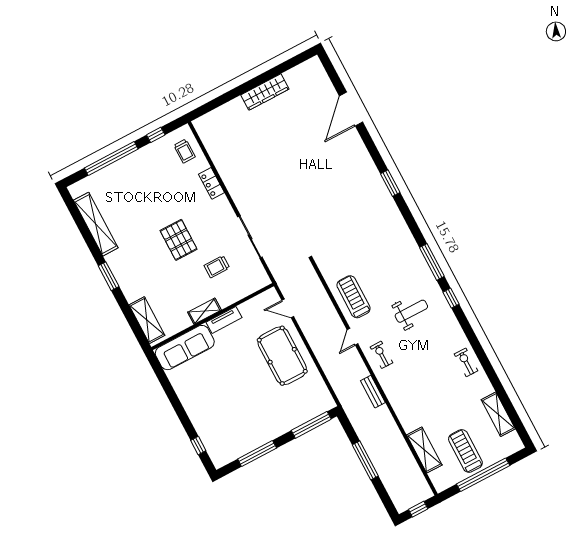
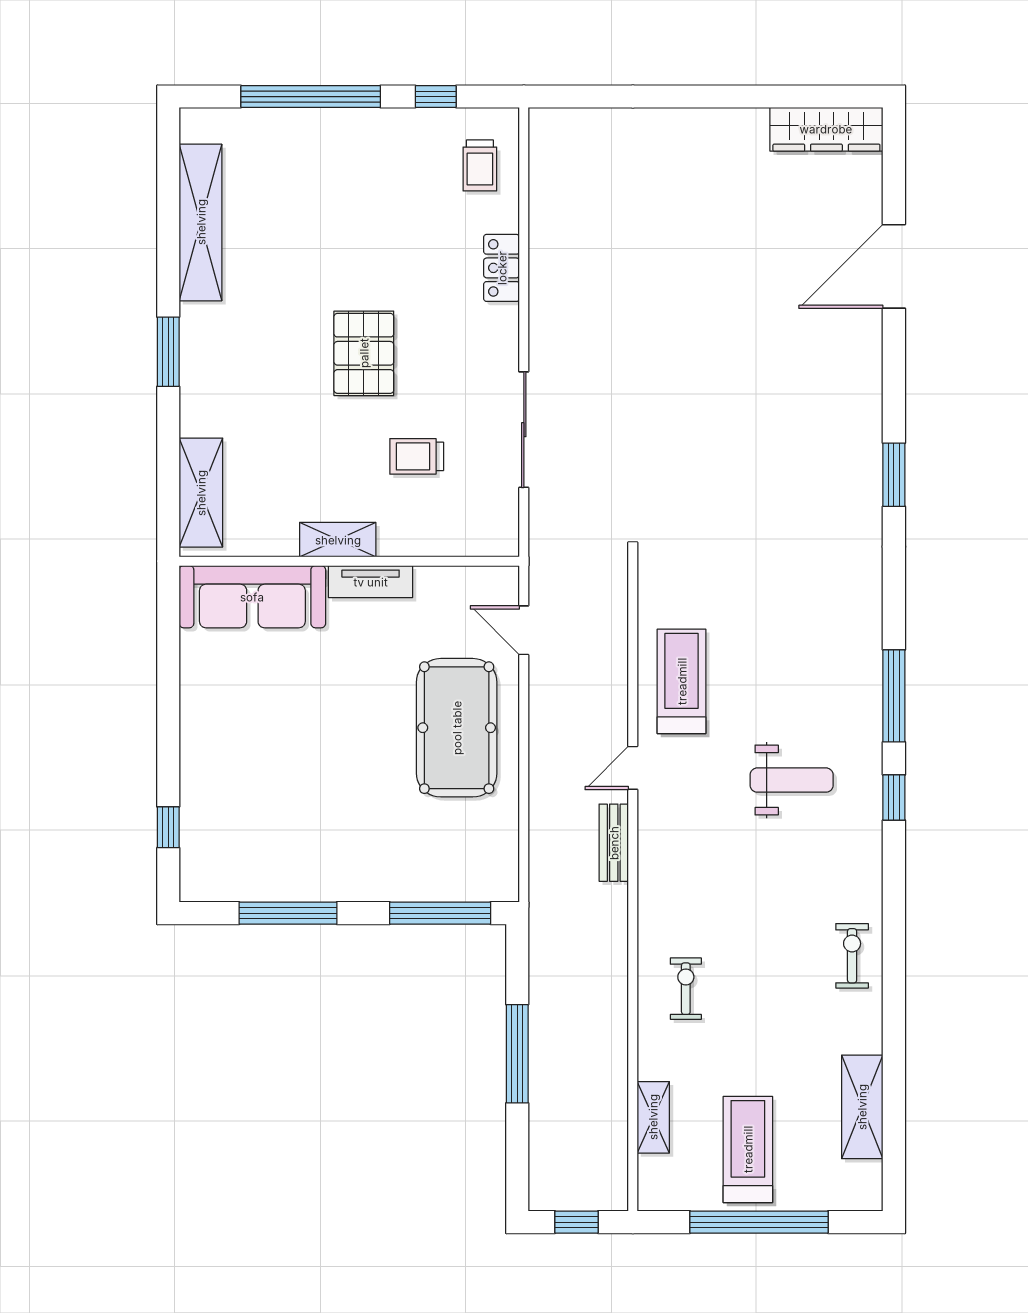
wardrobe: (265, 92) -> (826, 129), moved
exercise bike: (381, 355) -> (686, 989), moved
bench: (373, 392) -> (614, 843), moved
shelving: (424, 450) -> (653, 1117), width x0.67, depth x0.75

